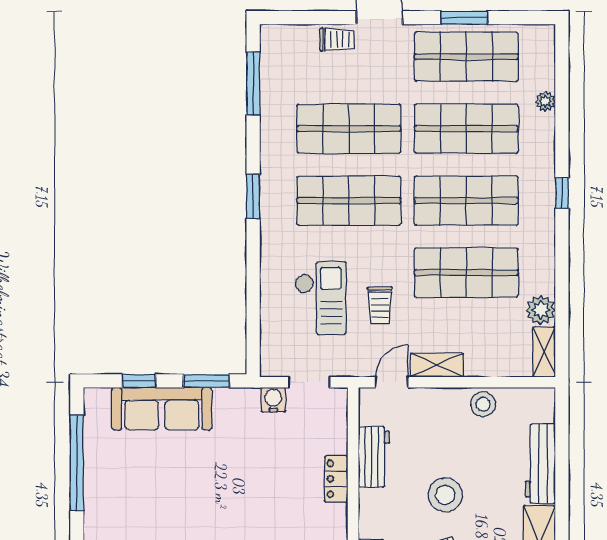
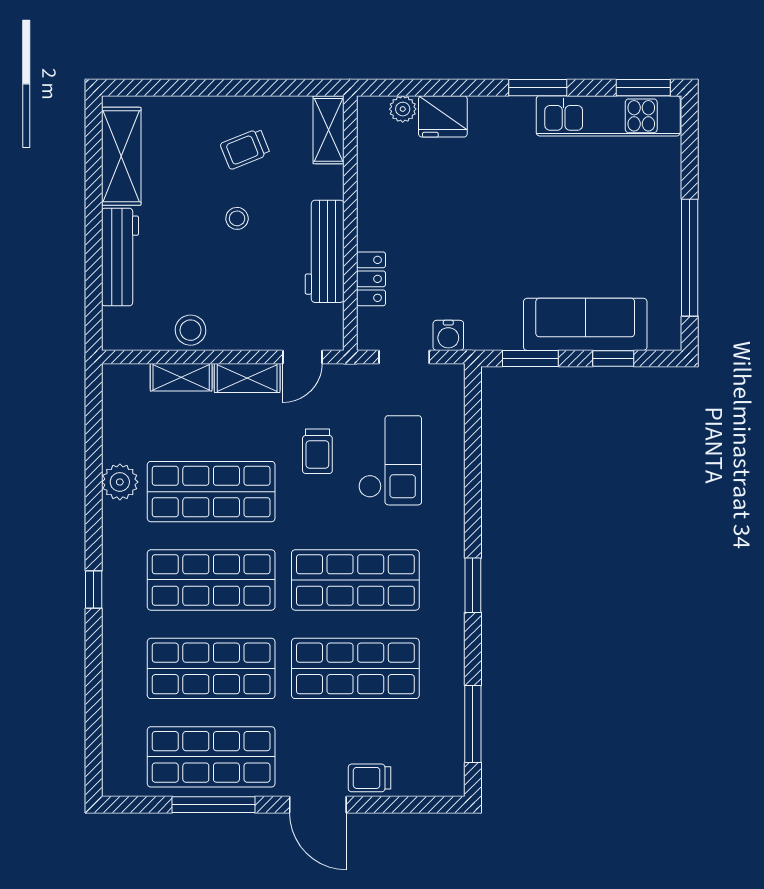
window: (464, 18) -> (214, 805), width x1.44
plant: (546, 101) -> (114, 702), removed
checkout: (321, 298) -> (390, 460), turned 180
trolley: (380, 305) -> (317, 451), turned 180
plant: (541, 310) -> (120, 482), moved
shelving: (544, 352) -> (181, 377), moved, turned 90
workbench: (374, 457) -> (325, 251), width x1.37
locker: (336, 479) -> (371, 279), moved
stool: (445, 495) -> (237, 218), width x0.53, depth x0.53

